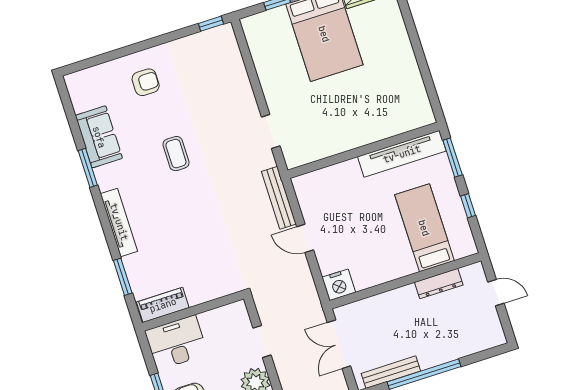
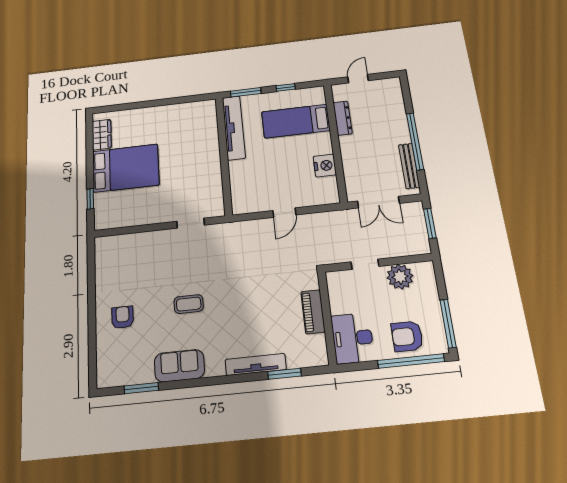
window: (211, 24) -> (91, 254), removed
sofa: (99, 137) -> (179, 366), moved
window: (88, 168) -> (141, 388), moved
bench: (279, 198) -> (246, 227), removed
tv unit: (119, 222) -> (256, 364), moved
nightstand: (339, 285) -> (325, 166), moved
piano: (163, 305) -> (313, 312), moved

